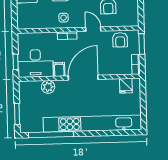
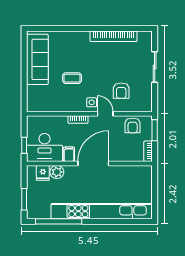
side table: (64, 18) -> (92, 102), moved
fridge: (126, 86) -> (43, 173), moved

